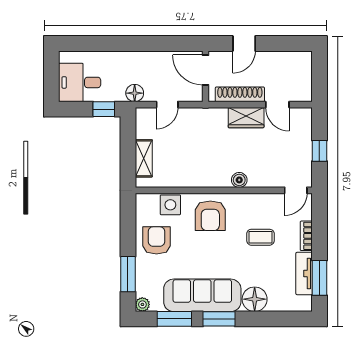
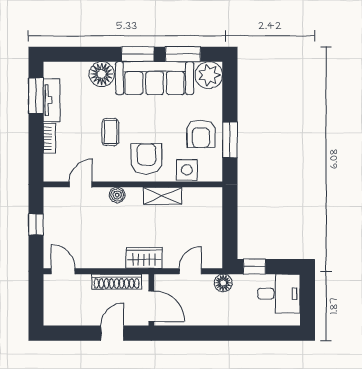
door: (277, 105) -> (63, 271), moved
wardrobe: (246, 118) -> (144, 258), moved
shelving: (144, 158) -> (163, 196), moved, turned 90
door: (296, 190) -> (81, 184), moved
coffee table: (260, 237) -> (110, 132), moved, turned 90
window: (128, 274) -> (230, 140), moved
plant: (142, 304) -> (209, 75), width x1.87, depth x1.87

